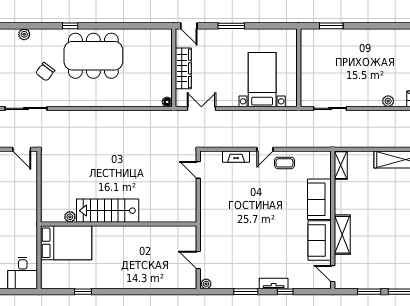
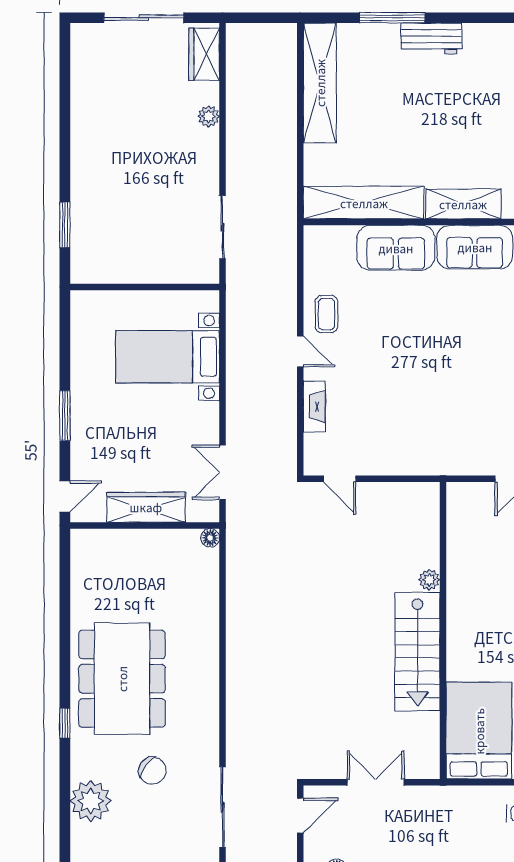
plant: (24, 34) -> (91, 801), width x1.88, depth x1.88
shelving: (341, 165) -> (364, 203), width x2.20, depth x1.33
door: (198, 170) -> (340, 479), hinge flipped
double door: (39, 189) -> (376, 782), added
plant: (70, 217) -> (429, 580), moved

